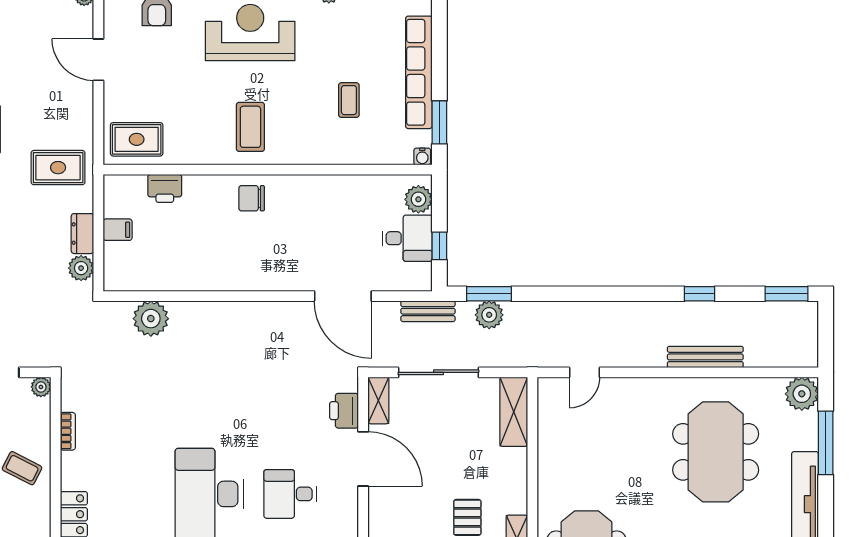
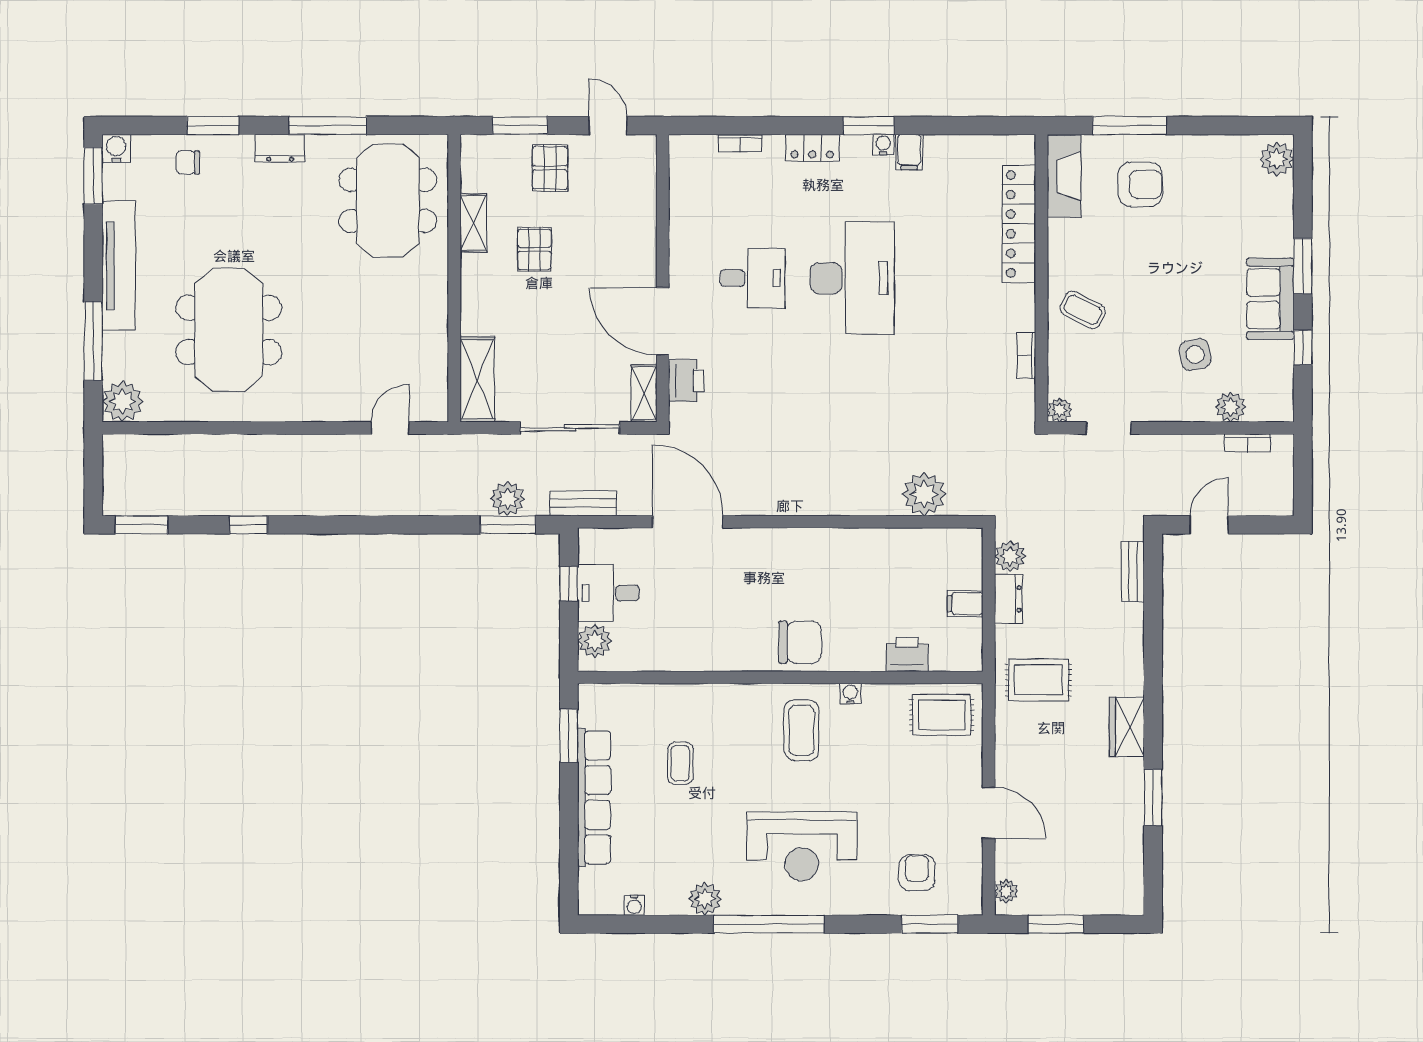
water cooler: (422, 156) -> (850, 694), moved
chair: (252, 198) -> (800, 642), width x1.37, depth x1.37
bench: (705, 357) -> (241, 447), removed

